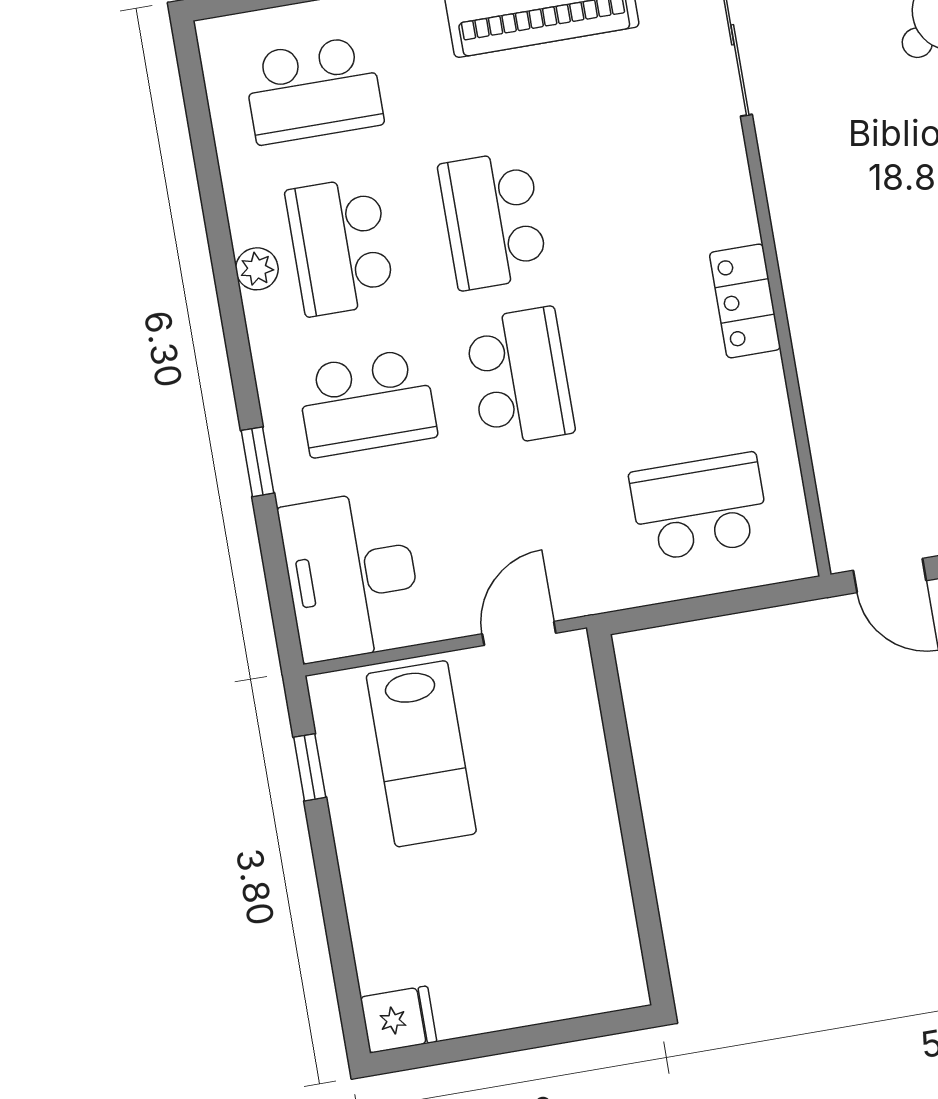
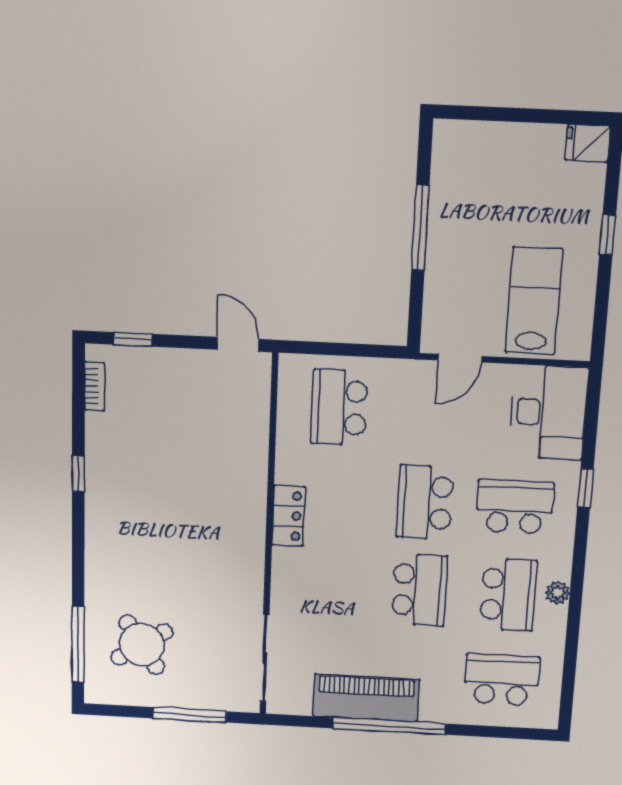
school desk: (699, 507) -> (339, 408), turned 90
window: (310, 767) -> (608, 235), moved
window: (633, 830) -> (420, 228), added

